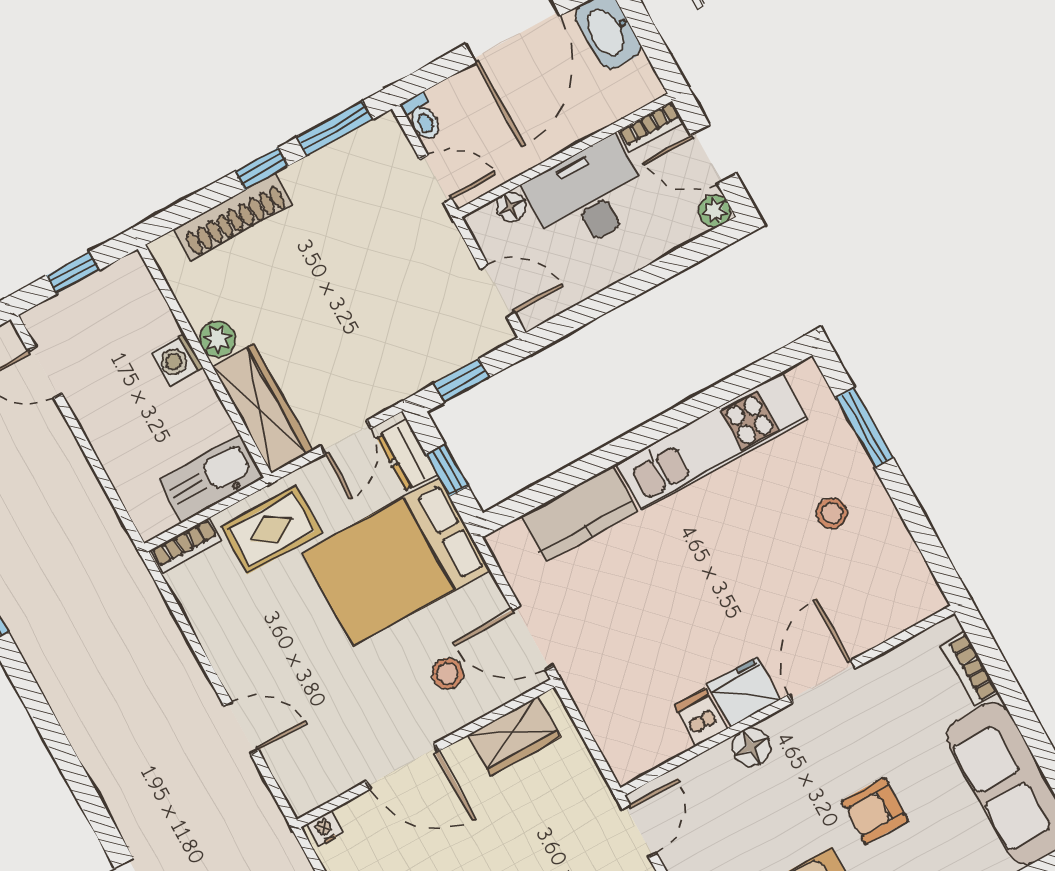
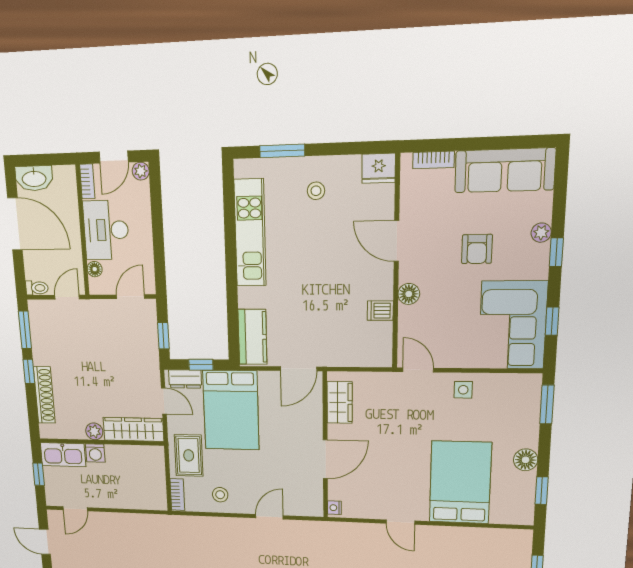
kitchen sink: (211, 479) -> (63, 455), moved, turned -90
kitchen counter: (579, 514) -> (252, 337), moved
stool: (448, 674) -> (220, 495), moved
fridge: (744, 692) -> (379, 168), moved, turned -90

